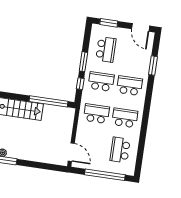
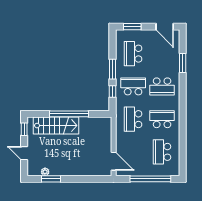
school desk: (106, 49) -> (133, 54), turned 180
school desk: (129, 86) -> (162, 86), turned 180
window: (48, 101) -> (69, 114), moved
school desk: (96, 114) -> (133, 119), turned -90

